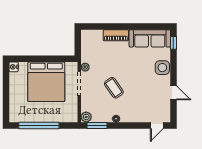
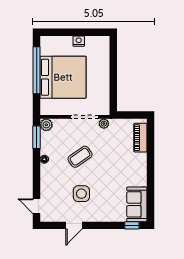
piano: (116, 35) -> (140, 138), moved
sofa: (150, 38) -> (137, 204), width x0.73
nightstand: (14, 67) -> (79, 41), moved
side table: (162, 68) -> (81, 194), moved
bed: (46, 82) -> (63, 77), moved, turned 180

